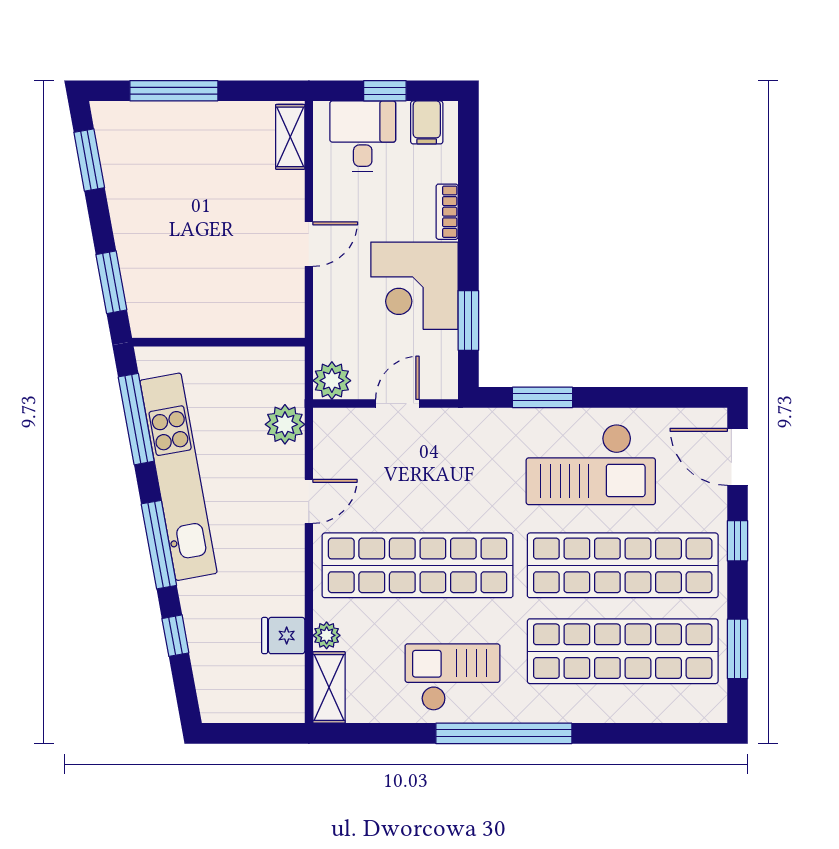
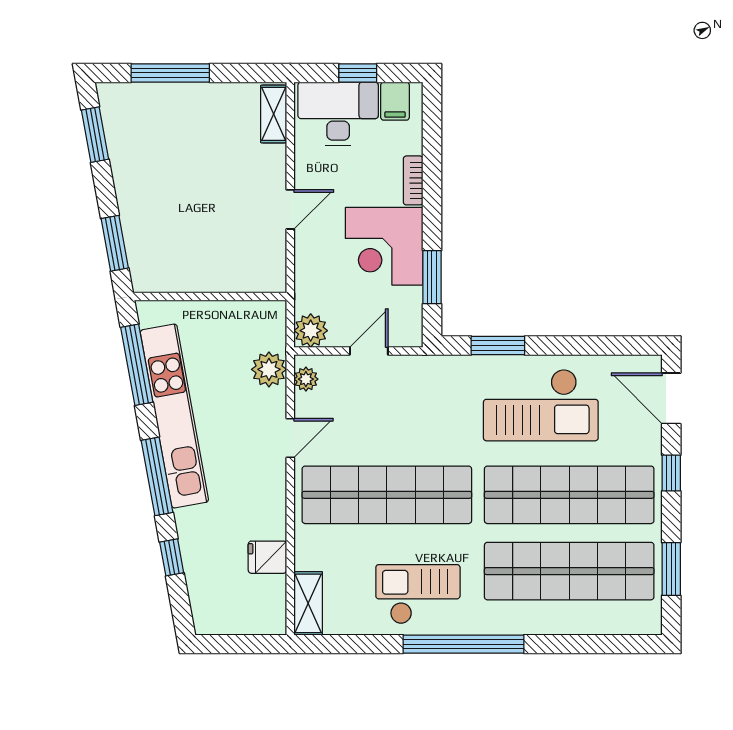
desk: (363, 136) -> (338, 114), width x1.37
plant: (327, 635) -> (306, 379), moved

